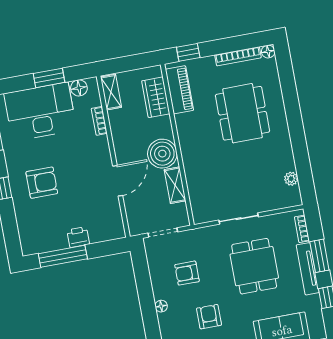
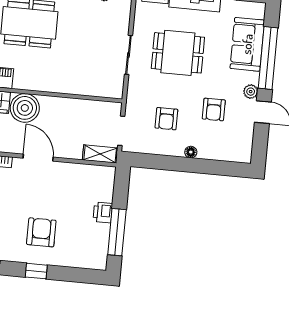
boiler: (162, 154) -> (25, 108), moved
door: (118, 181) -> (38, 158), moved
shelving: (175, 185) -> (100, 154), moved
armchair: (209, 317) -> (214, 109), turned -90

